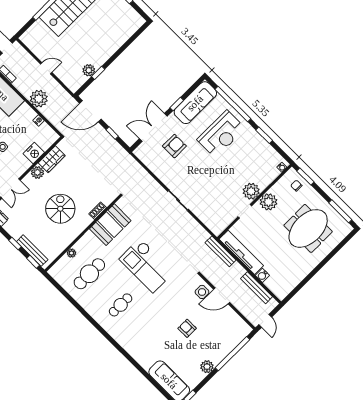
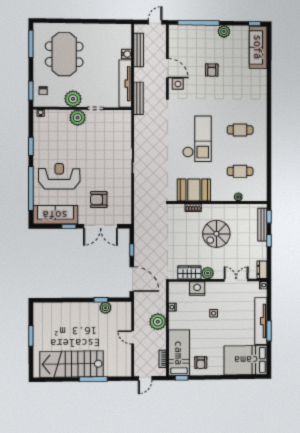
meeting table: (308, 228) -> (64, 54), turned 90
cafe table: (89, 274) -> (240, 171), width x0.73, depth x0.74

